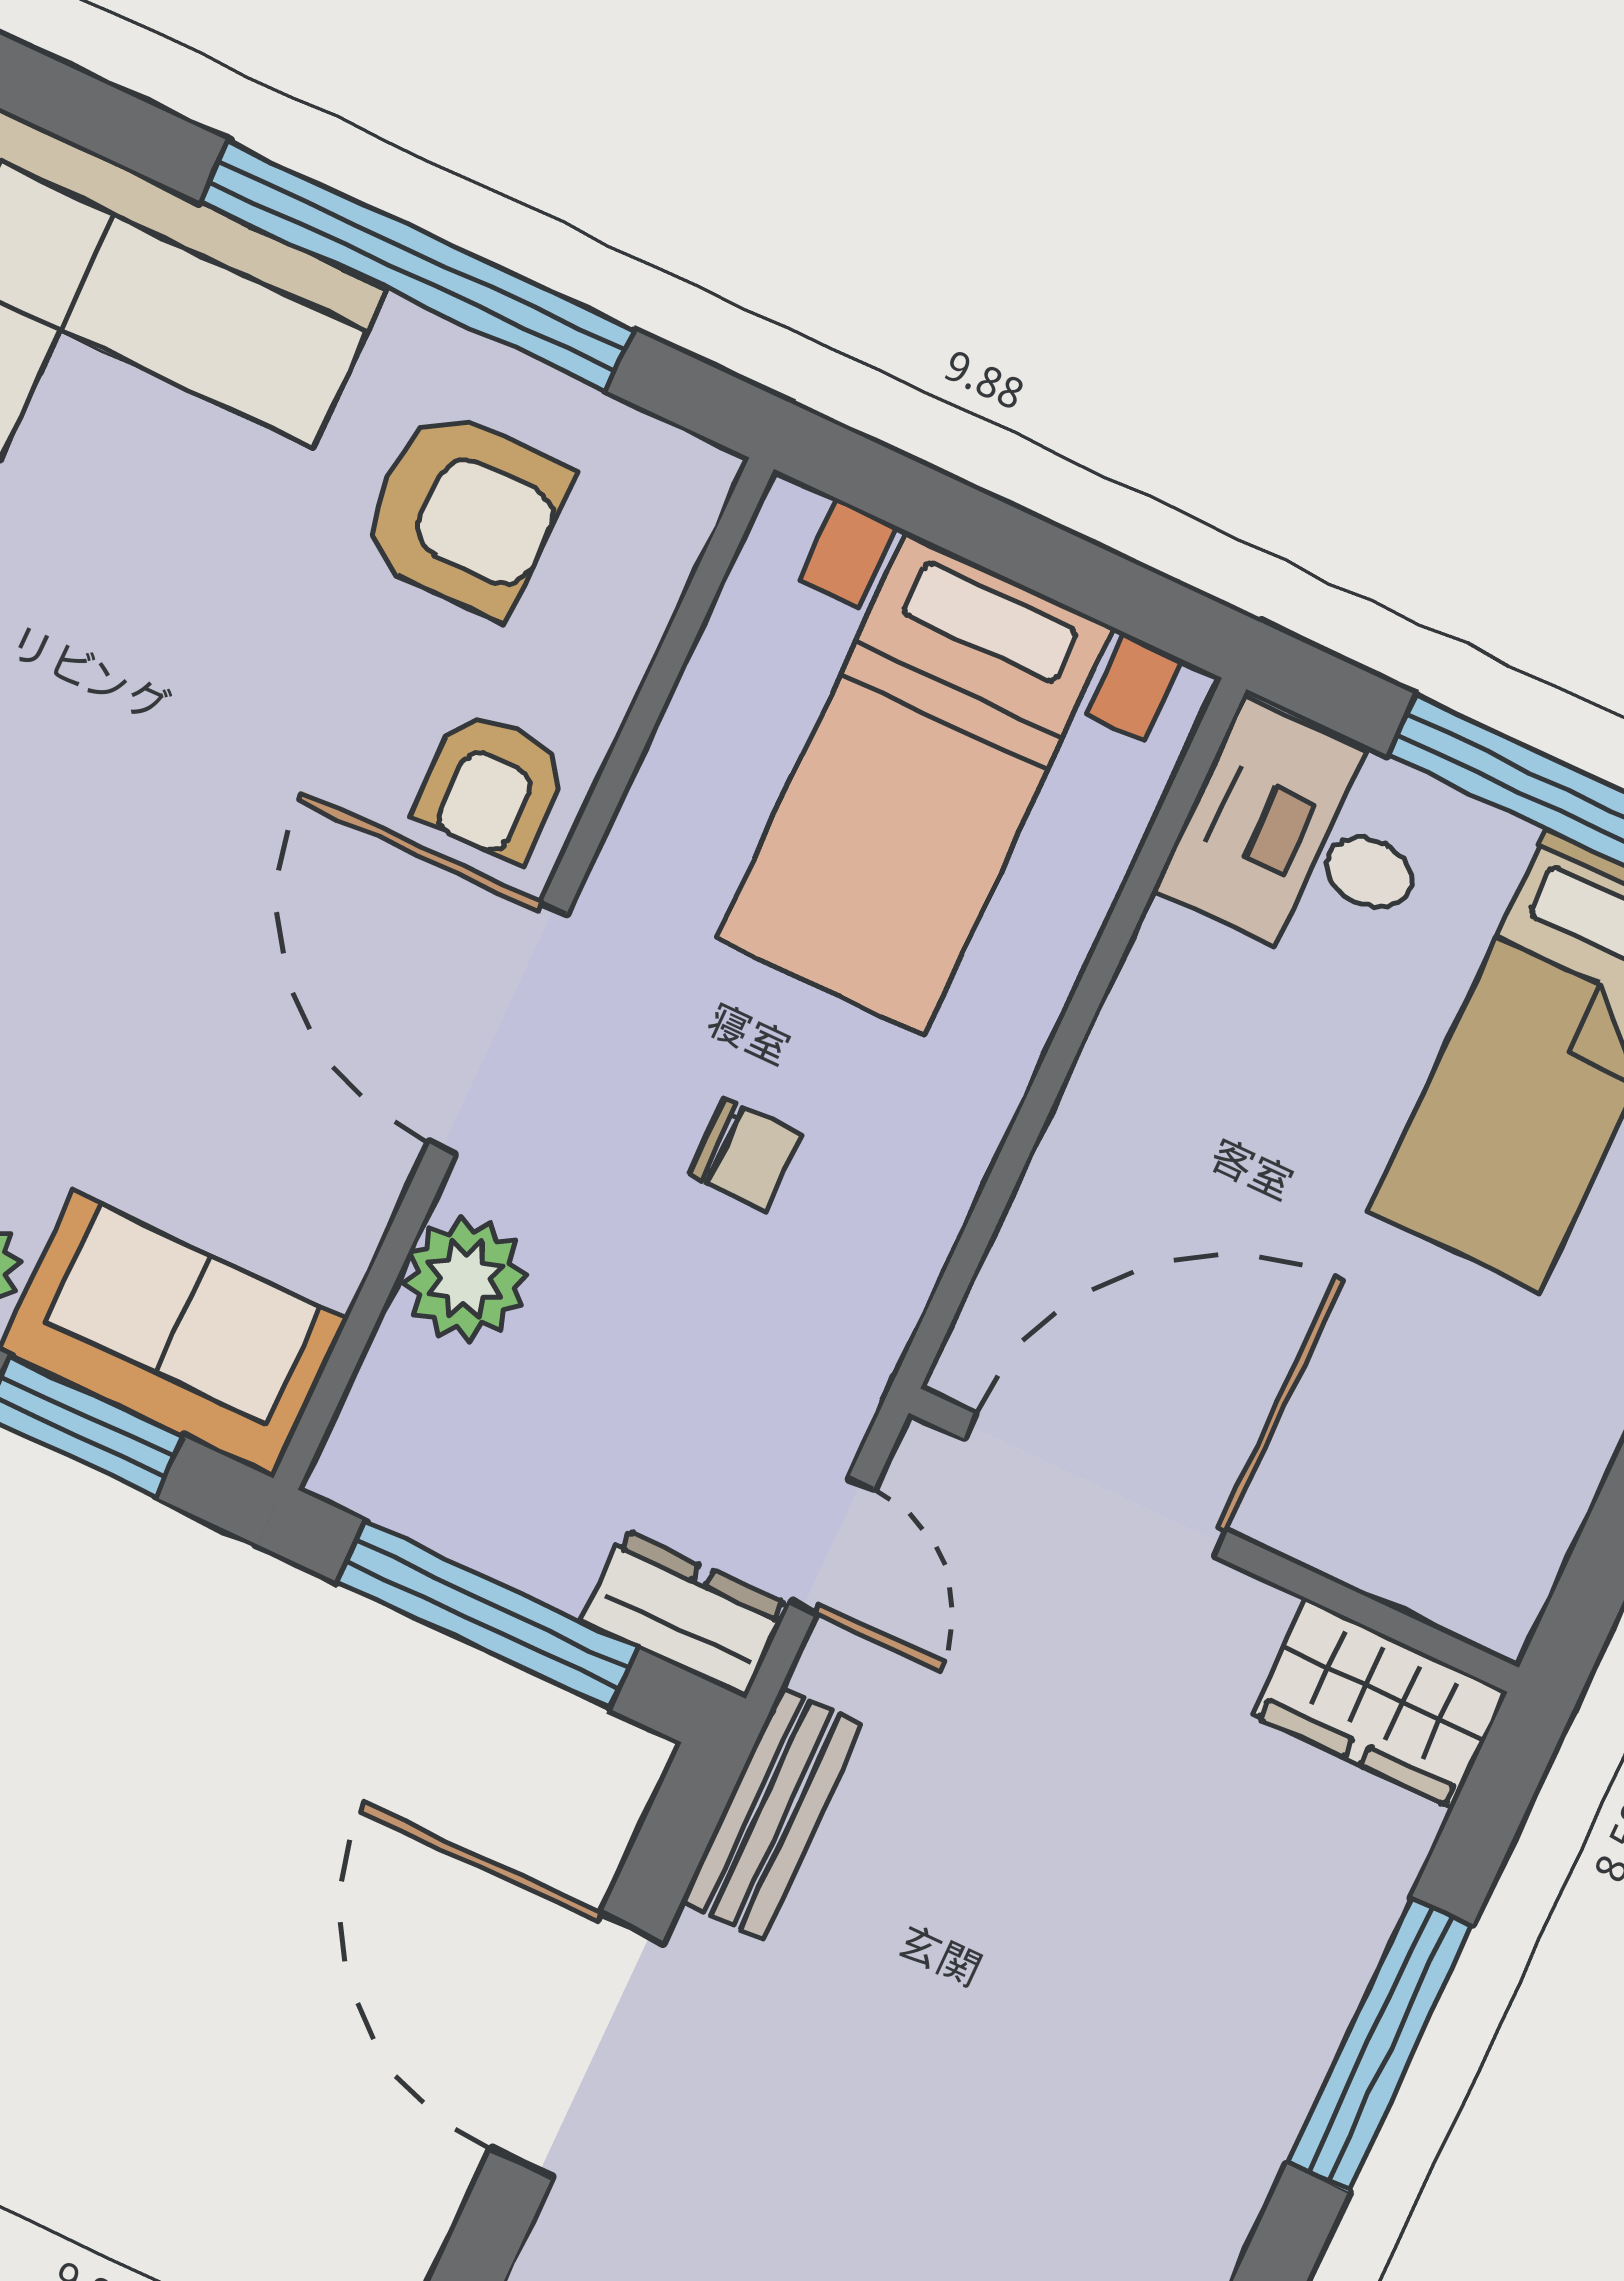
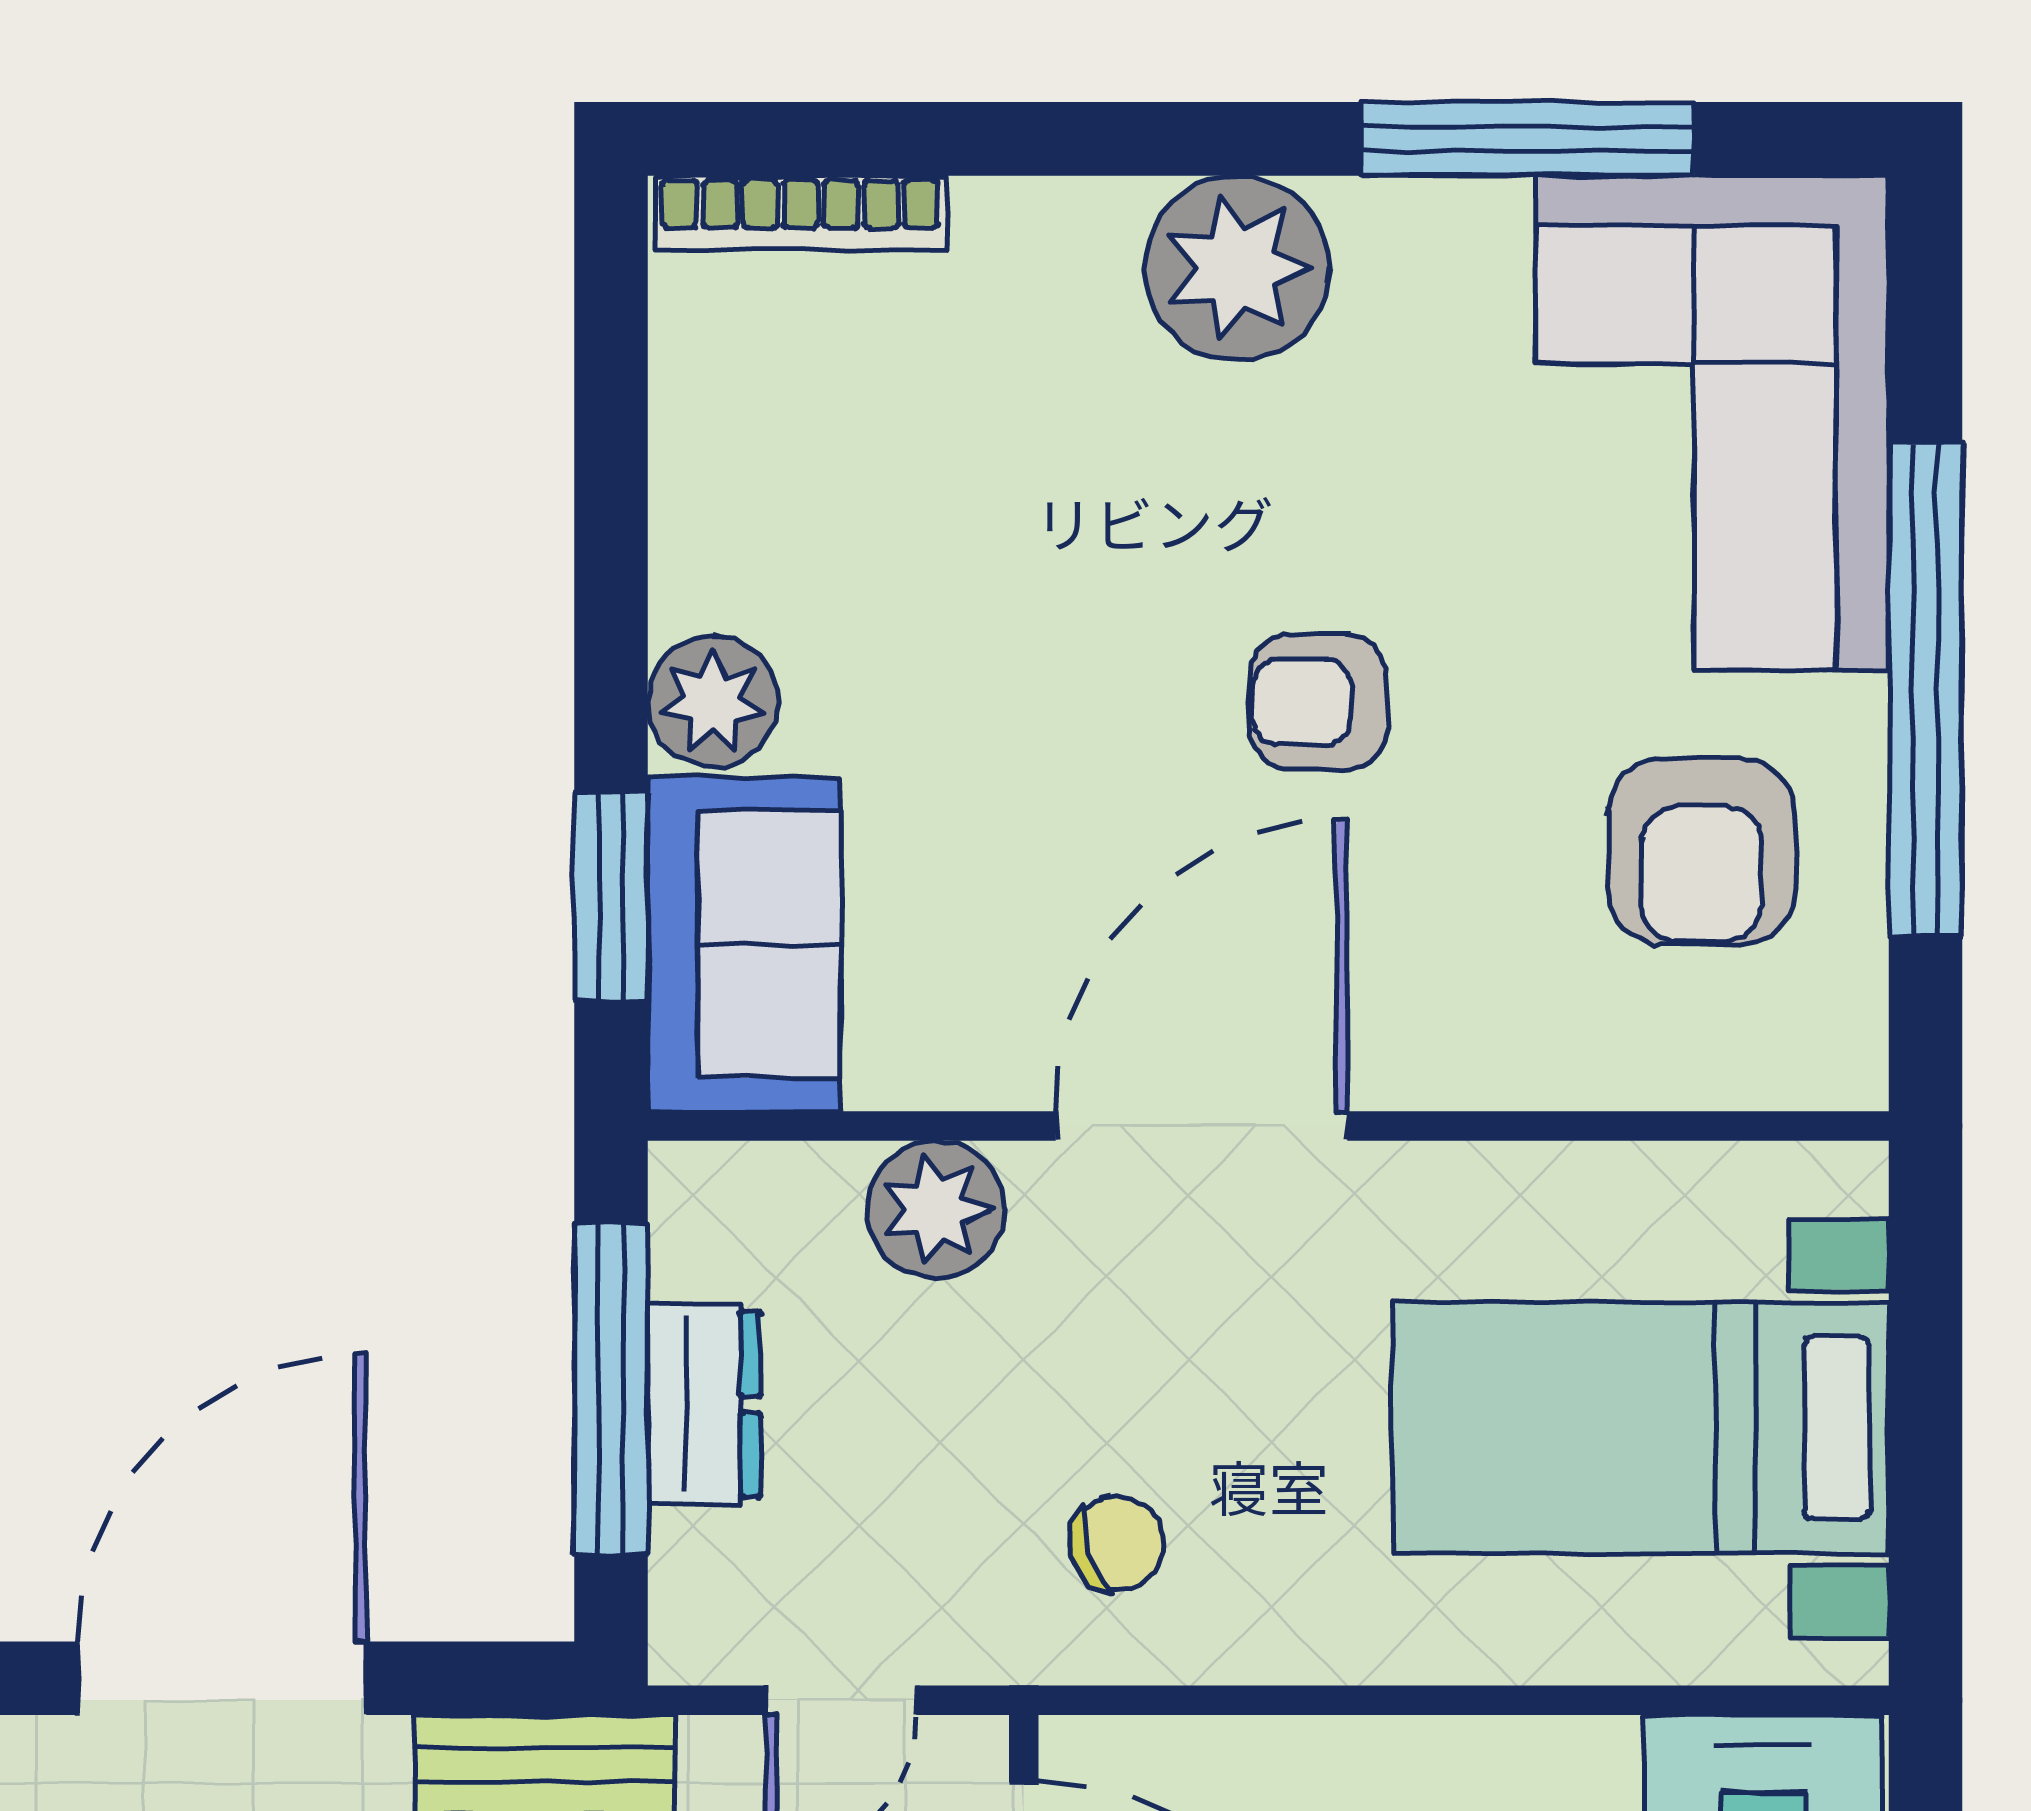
armchair: (492, 786) -> (1318, 702), moved
chair: (745, 1154) -> (1116, 1543), moved, turned -108
dresser: (685, 1614) -> (704, 1404), moved

